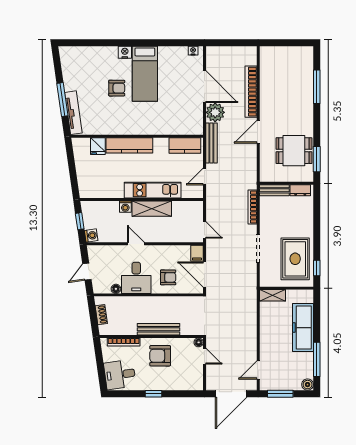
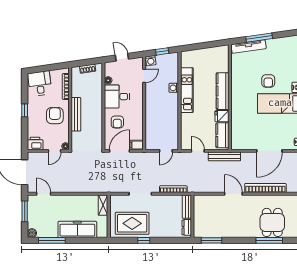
plant: (215, 112) -> (249, 160), removed
fridge: (98, 146) -> (222, 116), moved
dining table: (294, 151) -> (272, 222), moved
kitchen unit: (153, 190) -> (187, 90), moved
shelving: (152, 209) -> (172, 109), removed
door: (204, 230) -> (166, 151), moved
door: (136, 244) -> (144, 76), moved
window: (317, 268) -> (144, 240), moved
printer: (195, 381) -> (35, 143), added

